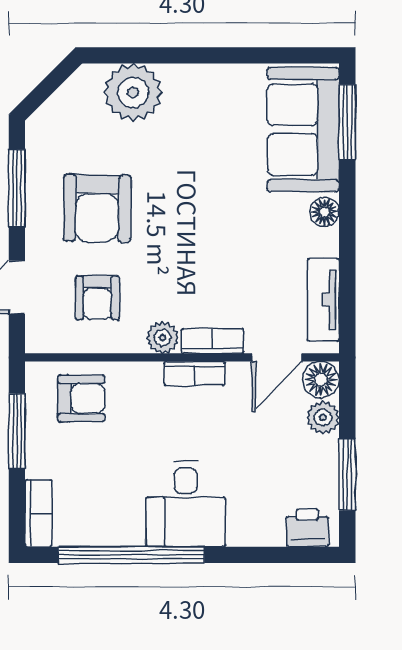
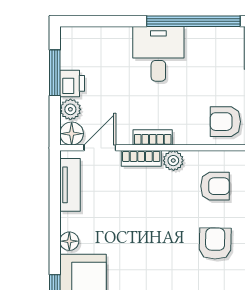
armchair: (97, 208) -> (215, 244), width x0.72, depth x0.72
armchair: (97, 298) -> (215, 186), turned 90
printer: (307, 528) -> (72, 83), moved, turned -90

